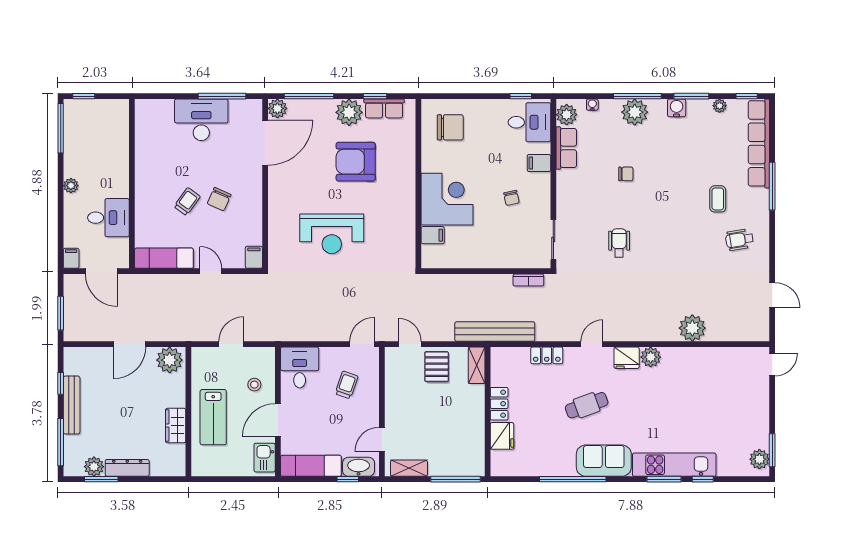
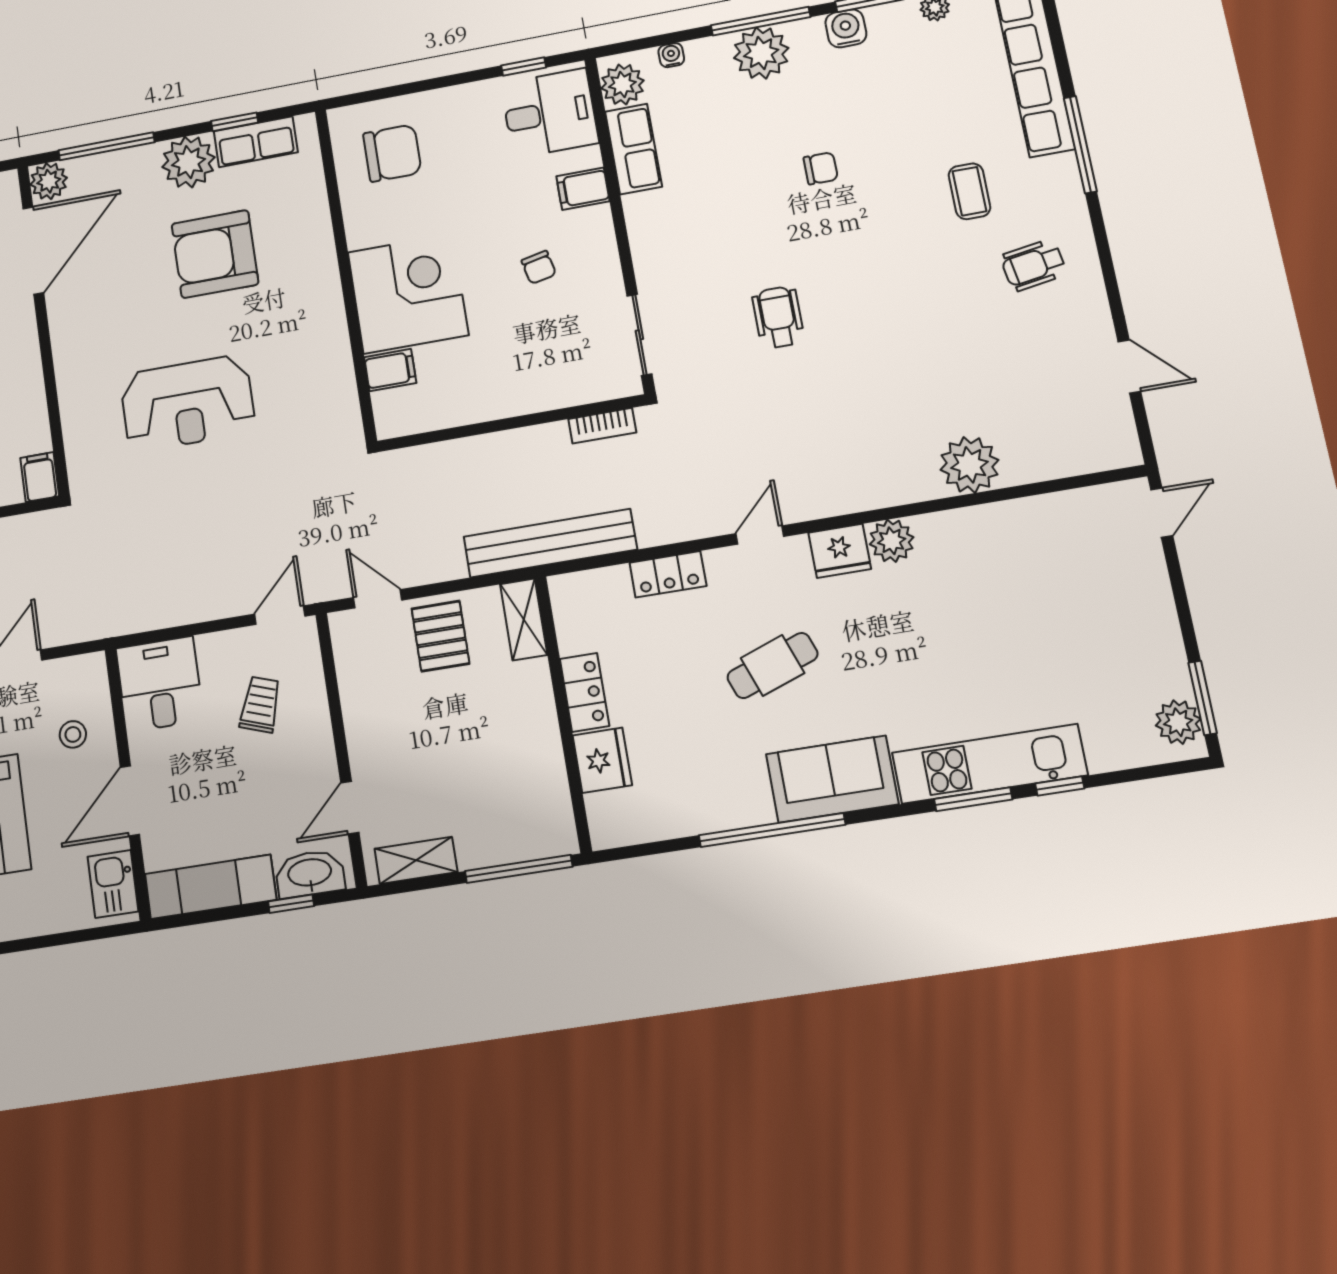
chair: (626, 174) -> (821, 168), moved

